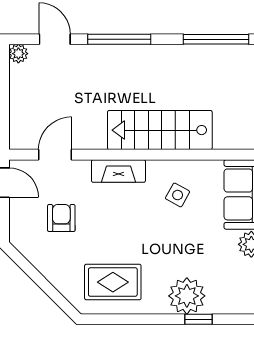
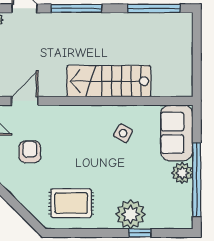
fireplace: (118, 171) -> (76, 114), removed

